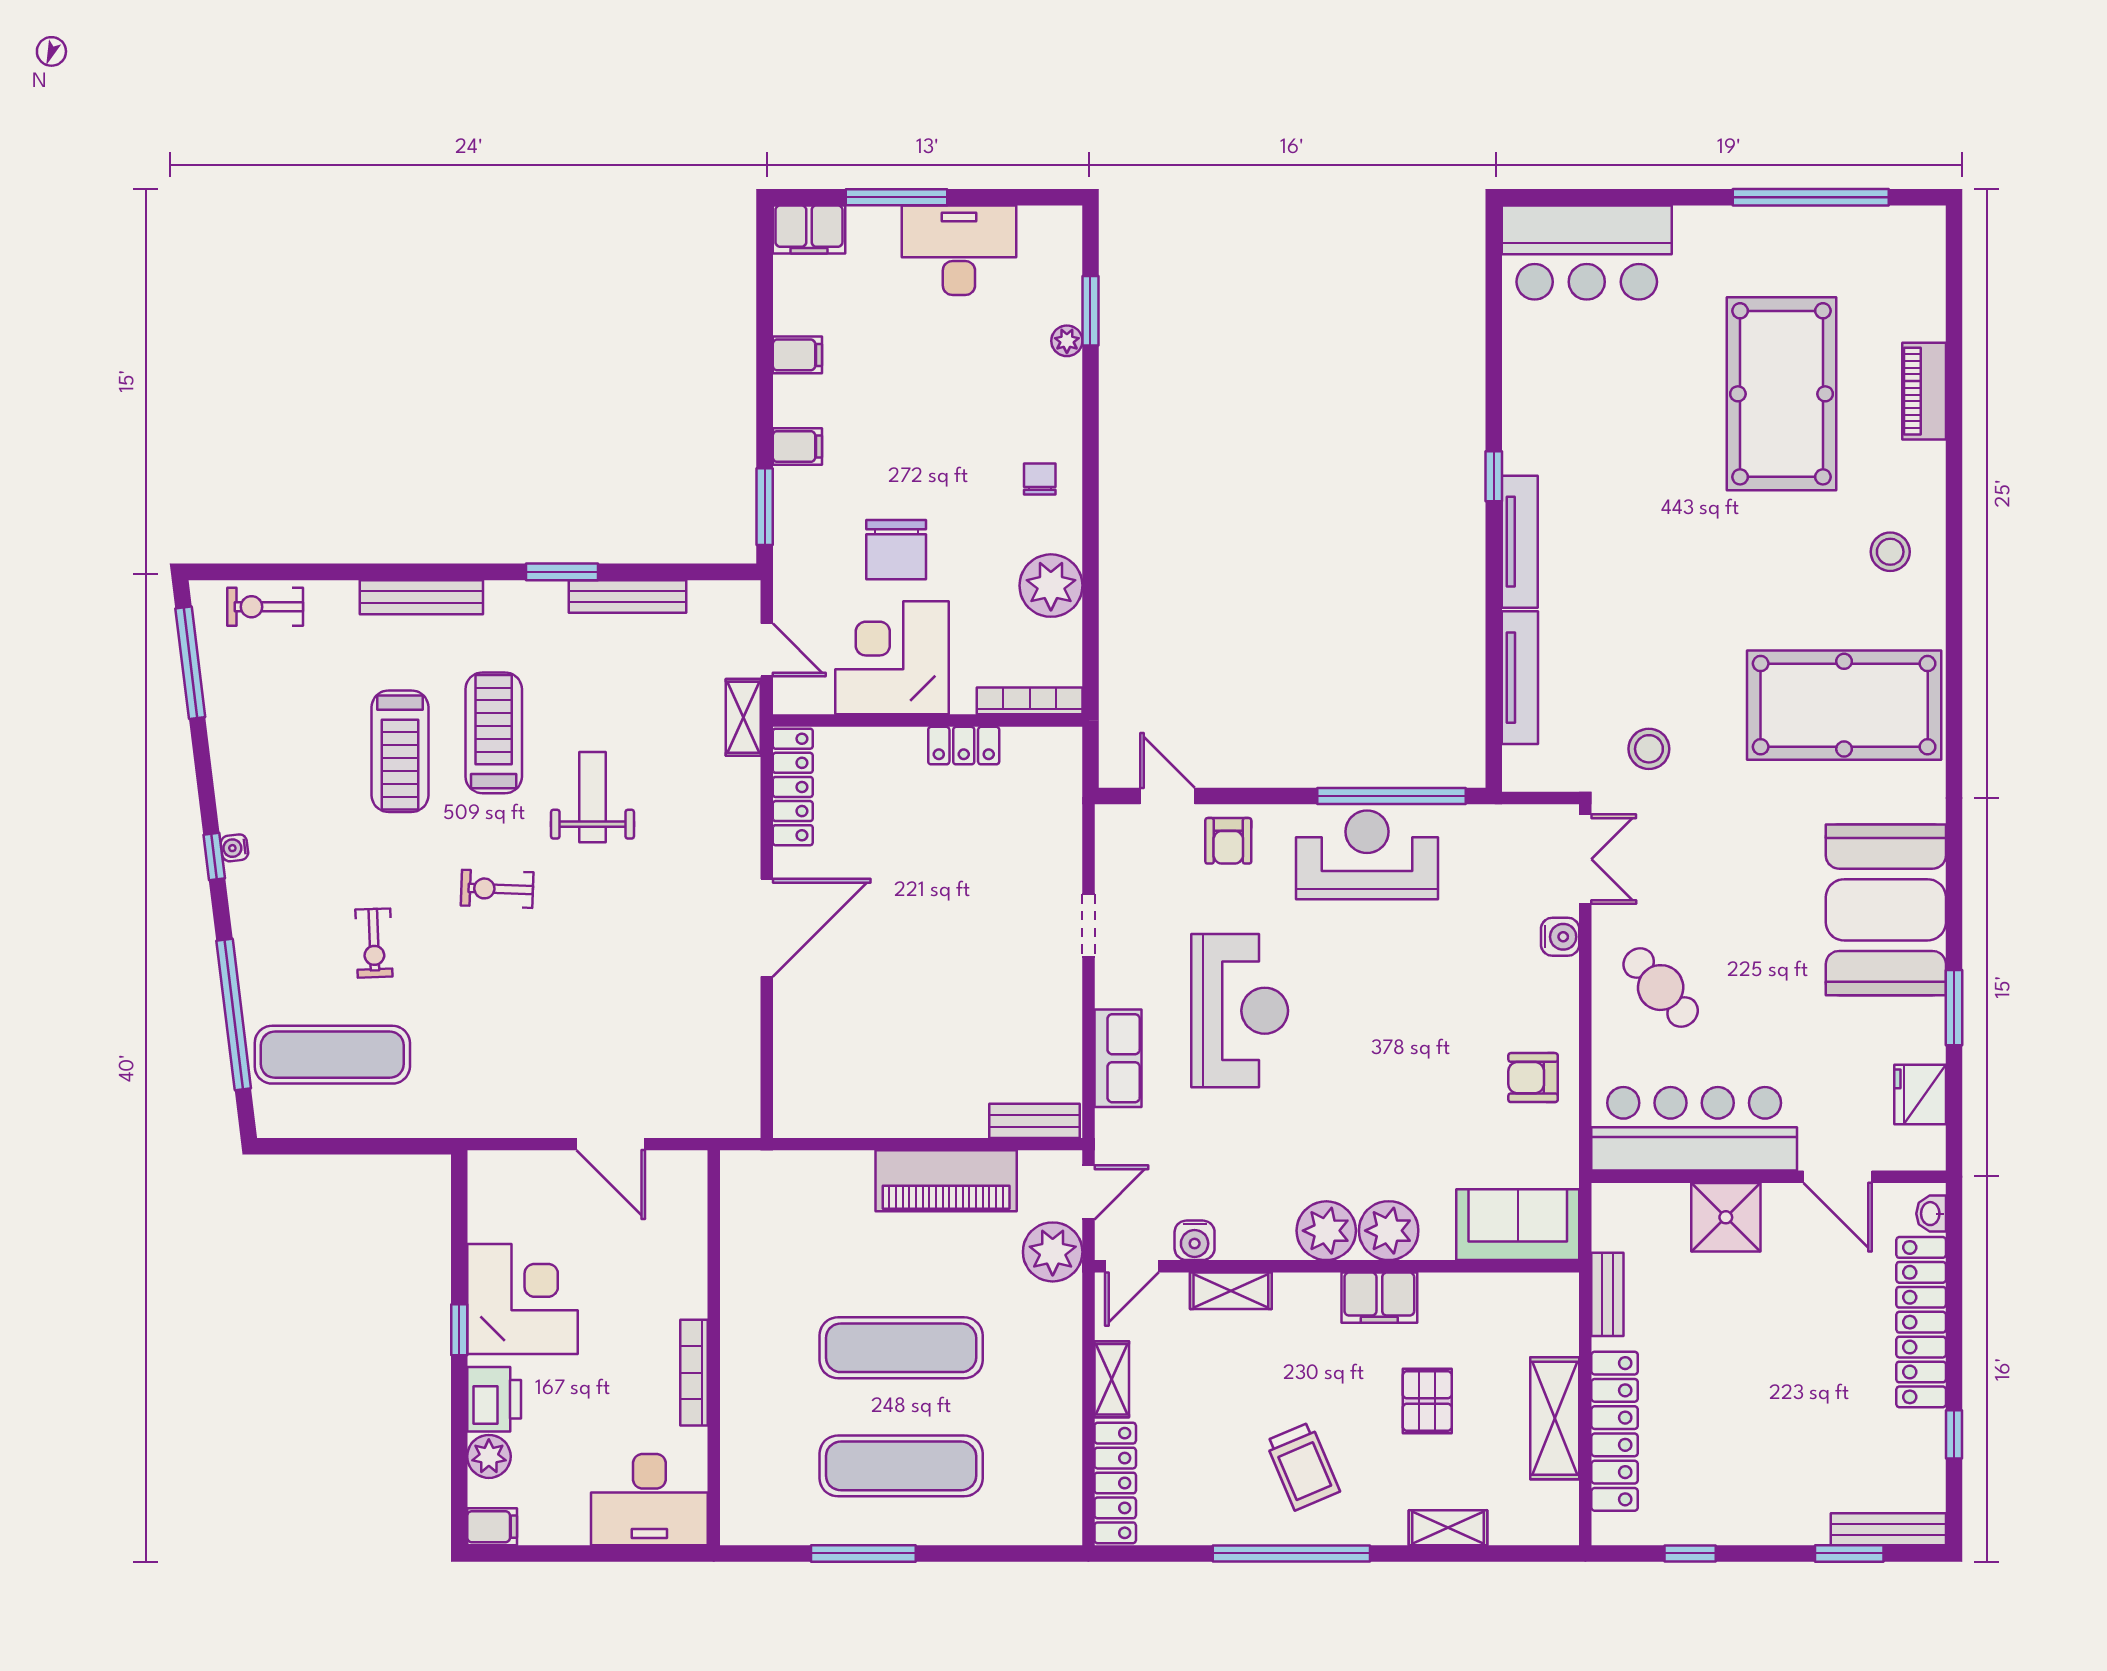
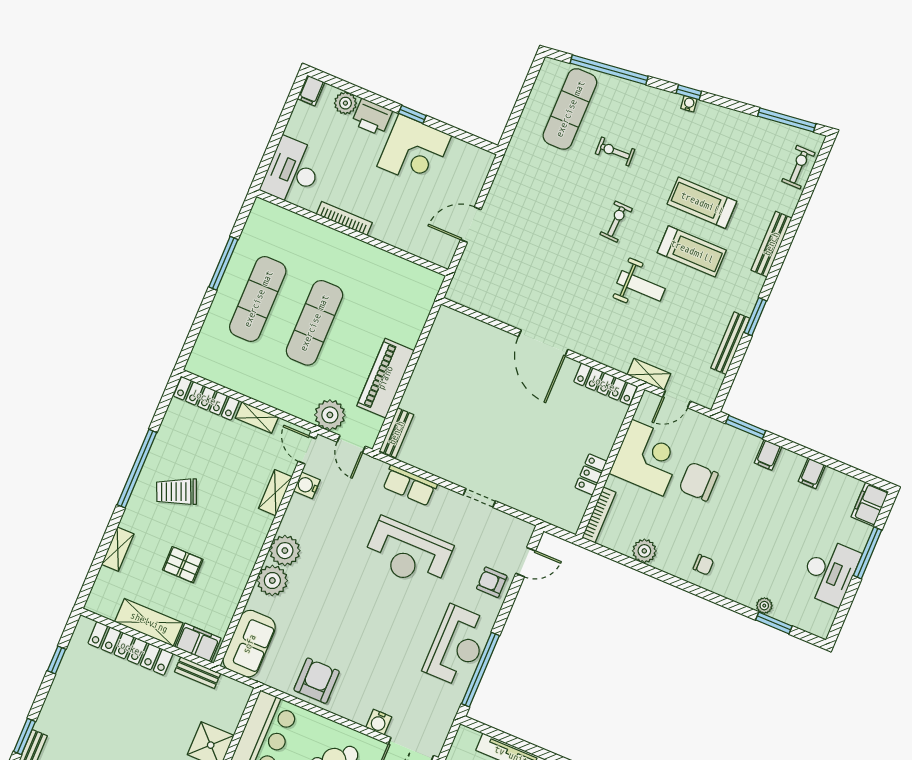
plant: (1051, 586) -> (644, 551), width x0.73, depth x0.73
armchair: (1533, 1078) -> (317, 681), width x1.38, depth x1.38
filing cabinet: (1379, 1298) -> (198, 643), moved, turned 90

